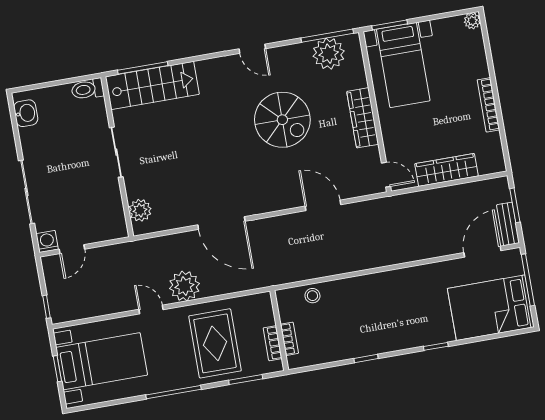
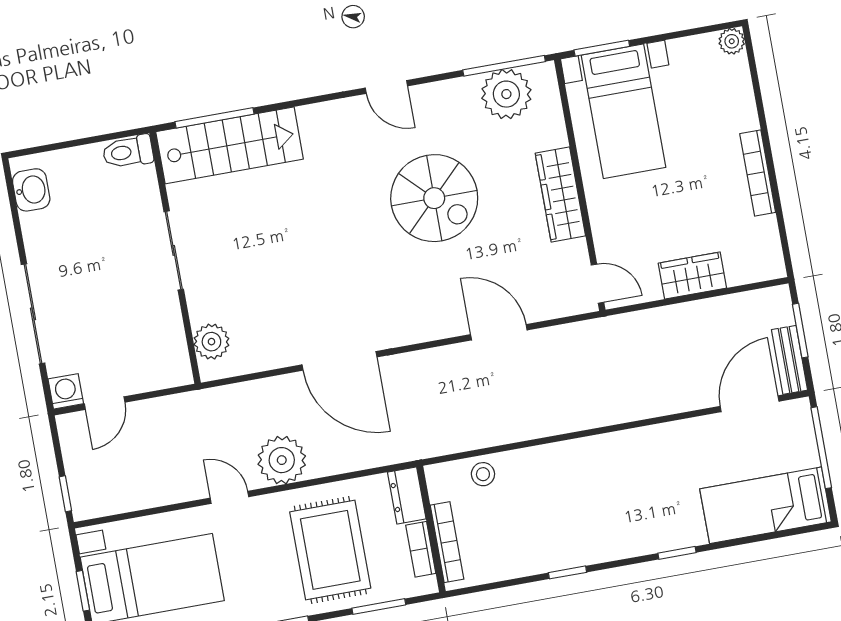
wardrobe: (446, 170) -> (692, 276), width x0.67
bed: (491, 308) -> (766, 505), width x0.67
dresser: (264, 309) -> (407, 495), added
bookcase: (289, 339) -> (447, 542), width x1.56

